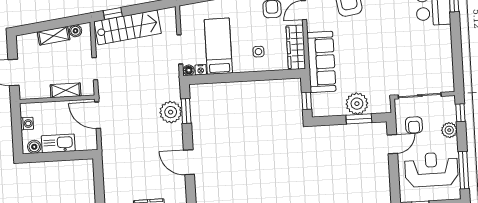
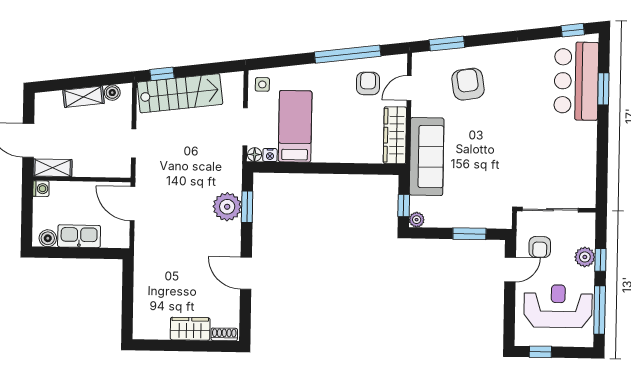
side table: (258, 52) -> (262, 84), moved
shelving: (66, 90) -> (53, 168), moved
plant: (357, 104) -> (417, 220), moved, width x0.53, depth x0.53
window: (460, 113) -> (600, 260), moved
washing machine: (27, 124) -> (41, 189), moved

